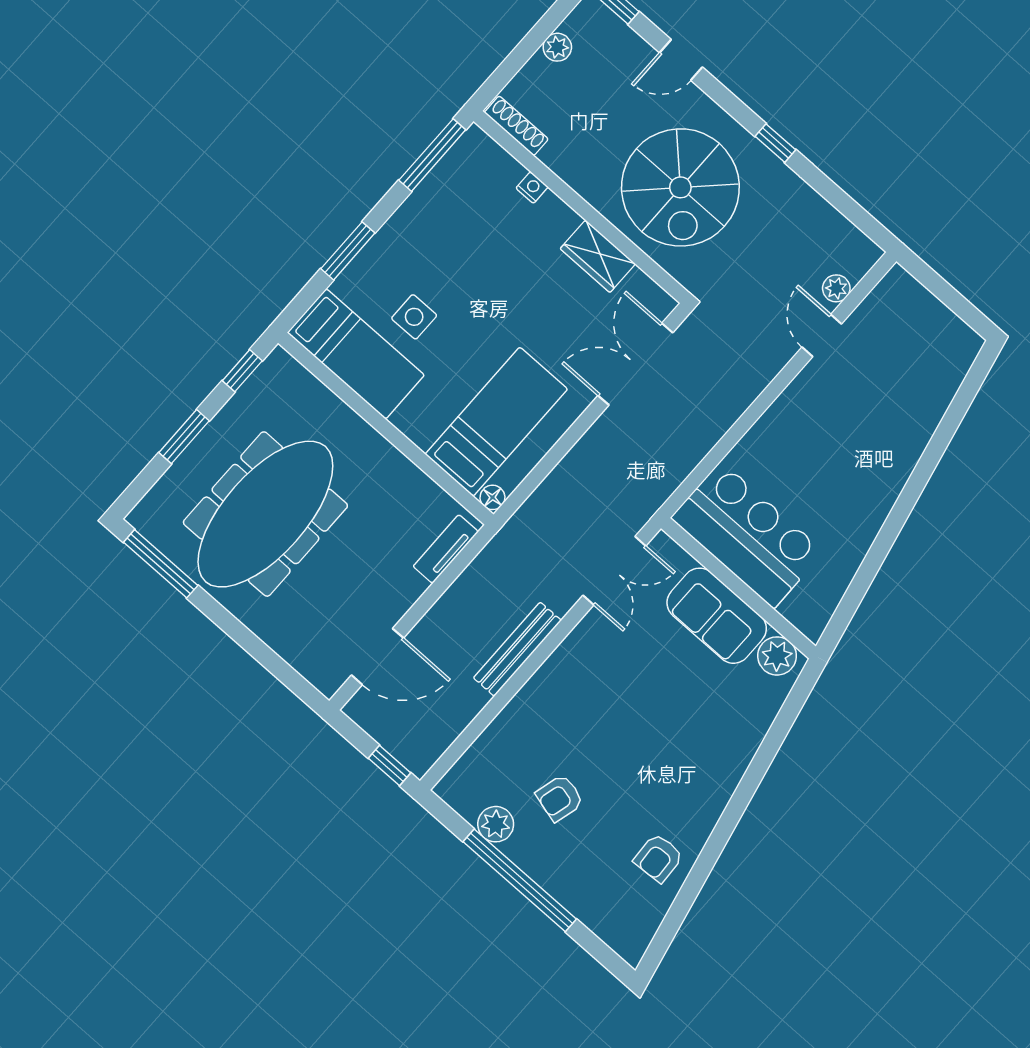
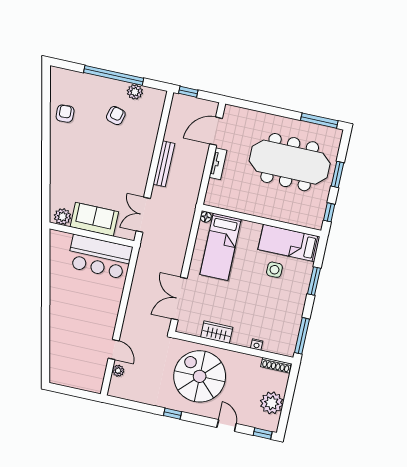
plant: (557, 47) -> (272, 403), width x1.88, depth x1.88
door: (681, 60) -> (227, 426), hinge flipped
double door: (635, 364) -> (179, 299), swing flipped
meeting table: (265, 514) -> (290, 162), turned 90
tv unit: (446, 549) -> (218, 164), moved

